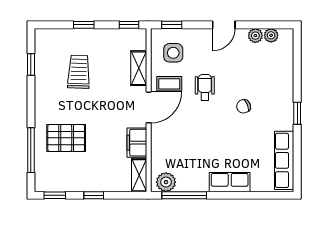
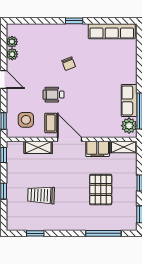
pallet: (66, 138) -> (101, 190), moved
row of seats: (230, 182) -> (129, 100), moved

